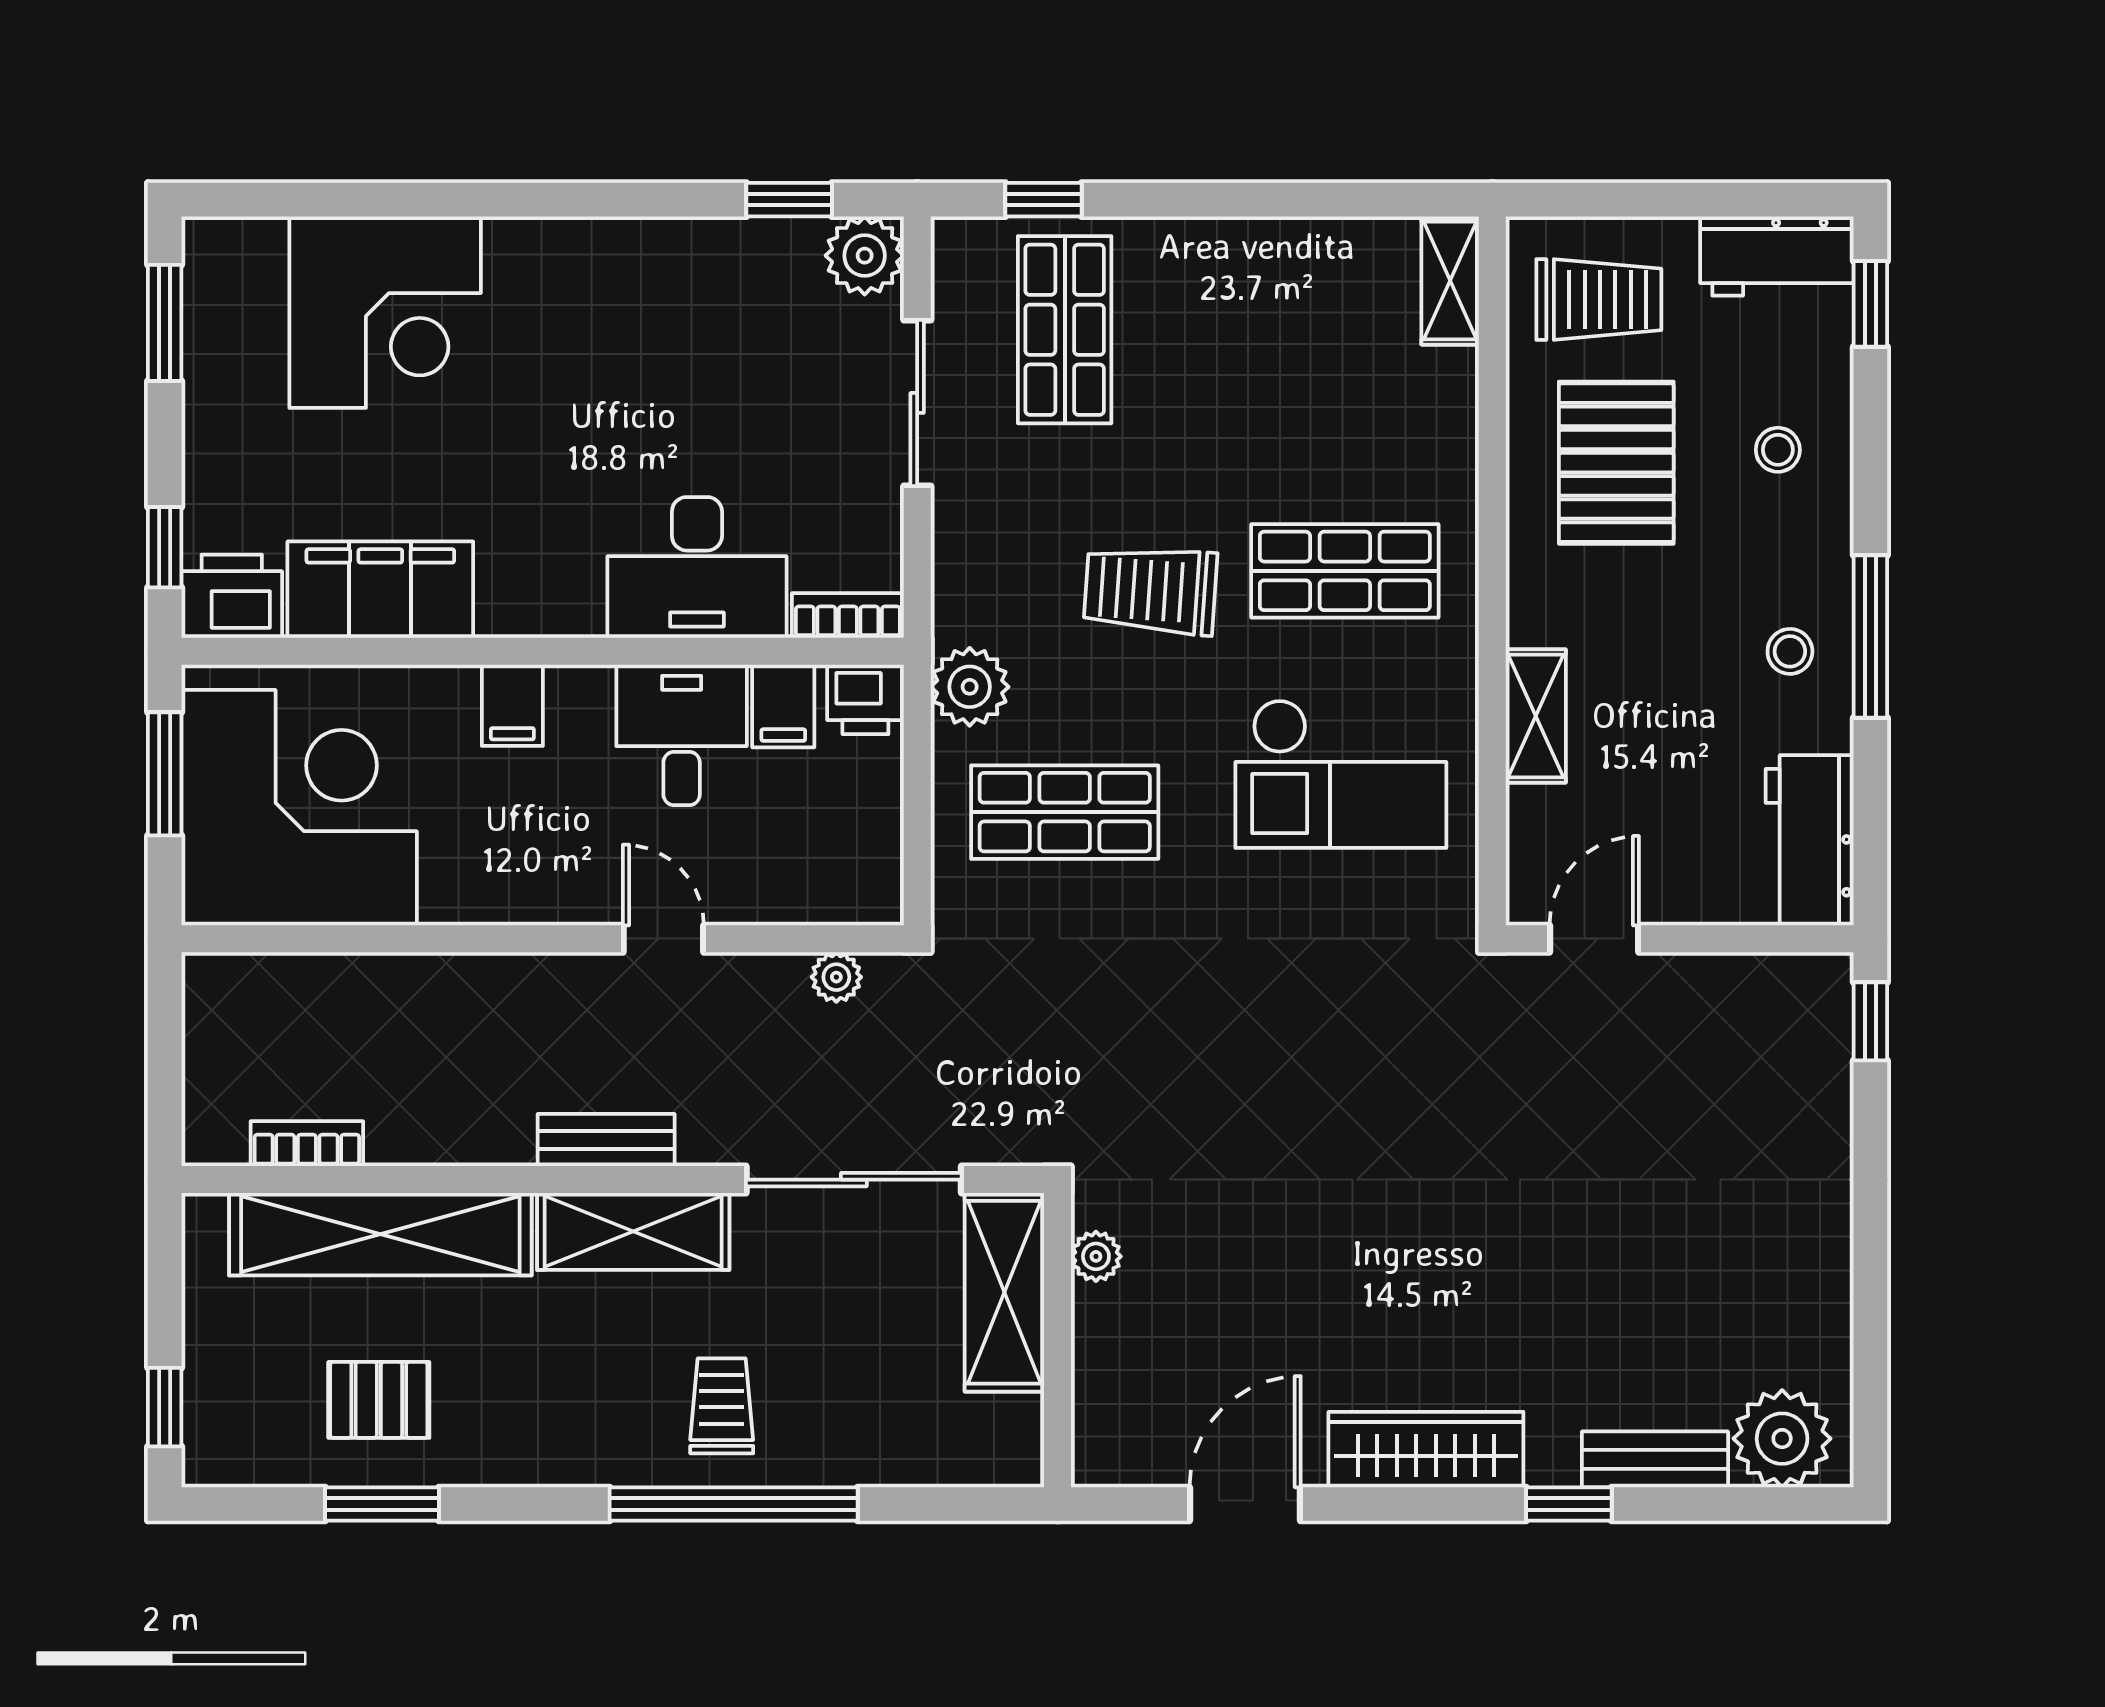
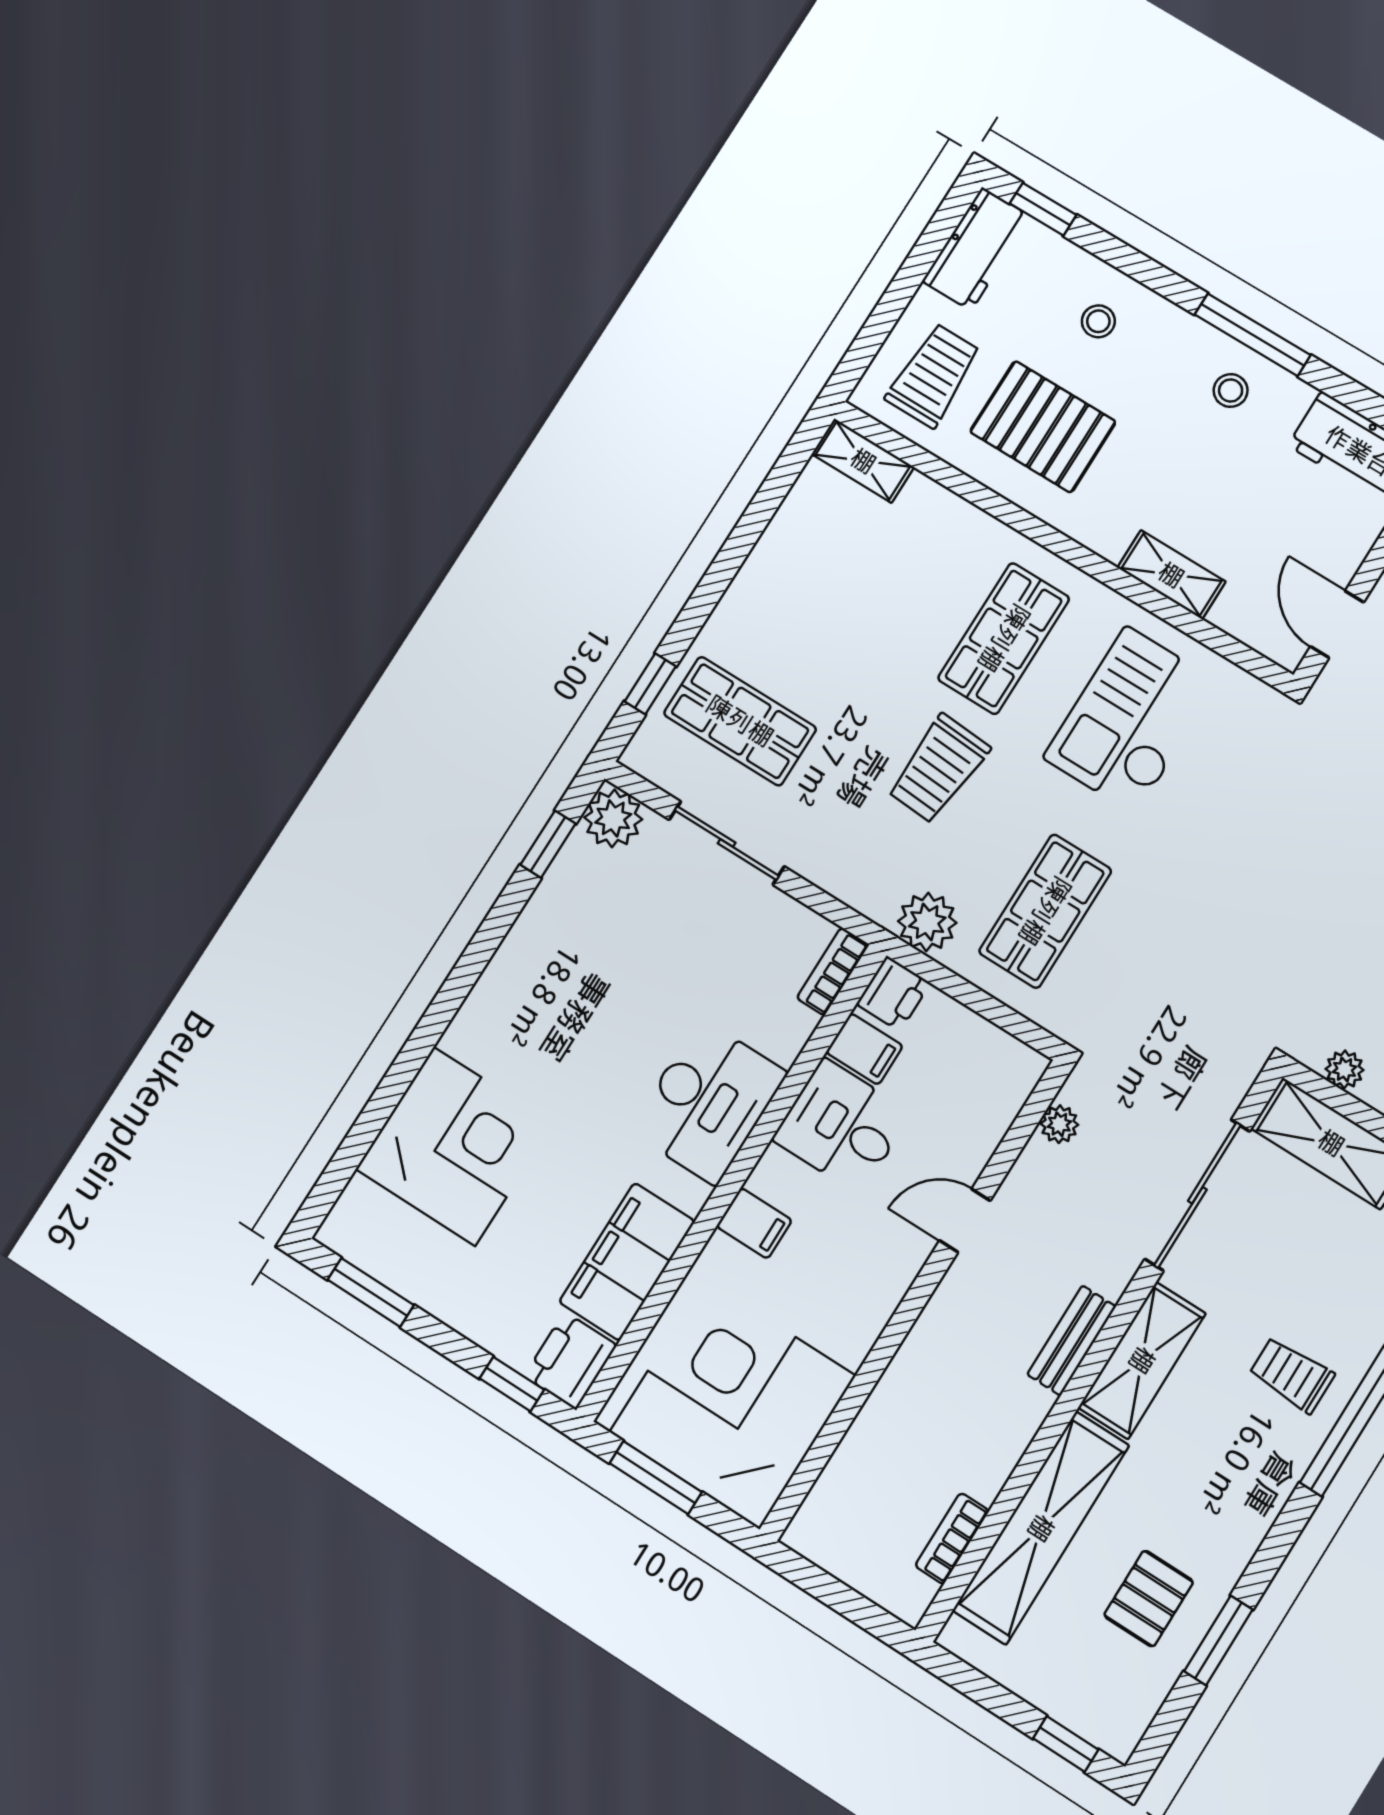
desk: (697, 567) -> (708, 1102), moved
checkout: (1341, 774) -> (1131, 720), turned 180

